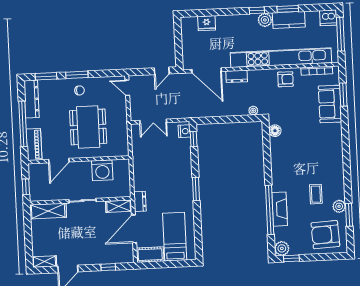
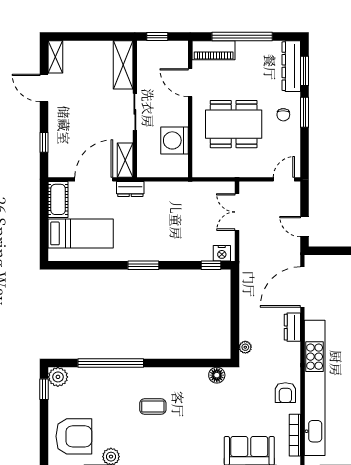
dresser: (32, 99) -> (291, 66), moved, turned 90
coffee table: (316, 194) -> (153, 407), moved
fireplace: (280, 209) -> (111, 376), removed
door: (134, 229) -> (94, 179), hinge flipped
armchair: (325, 235) -> (74, 436), turned 93

